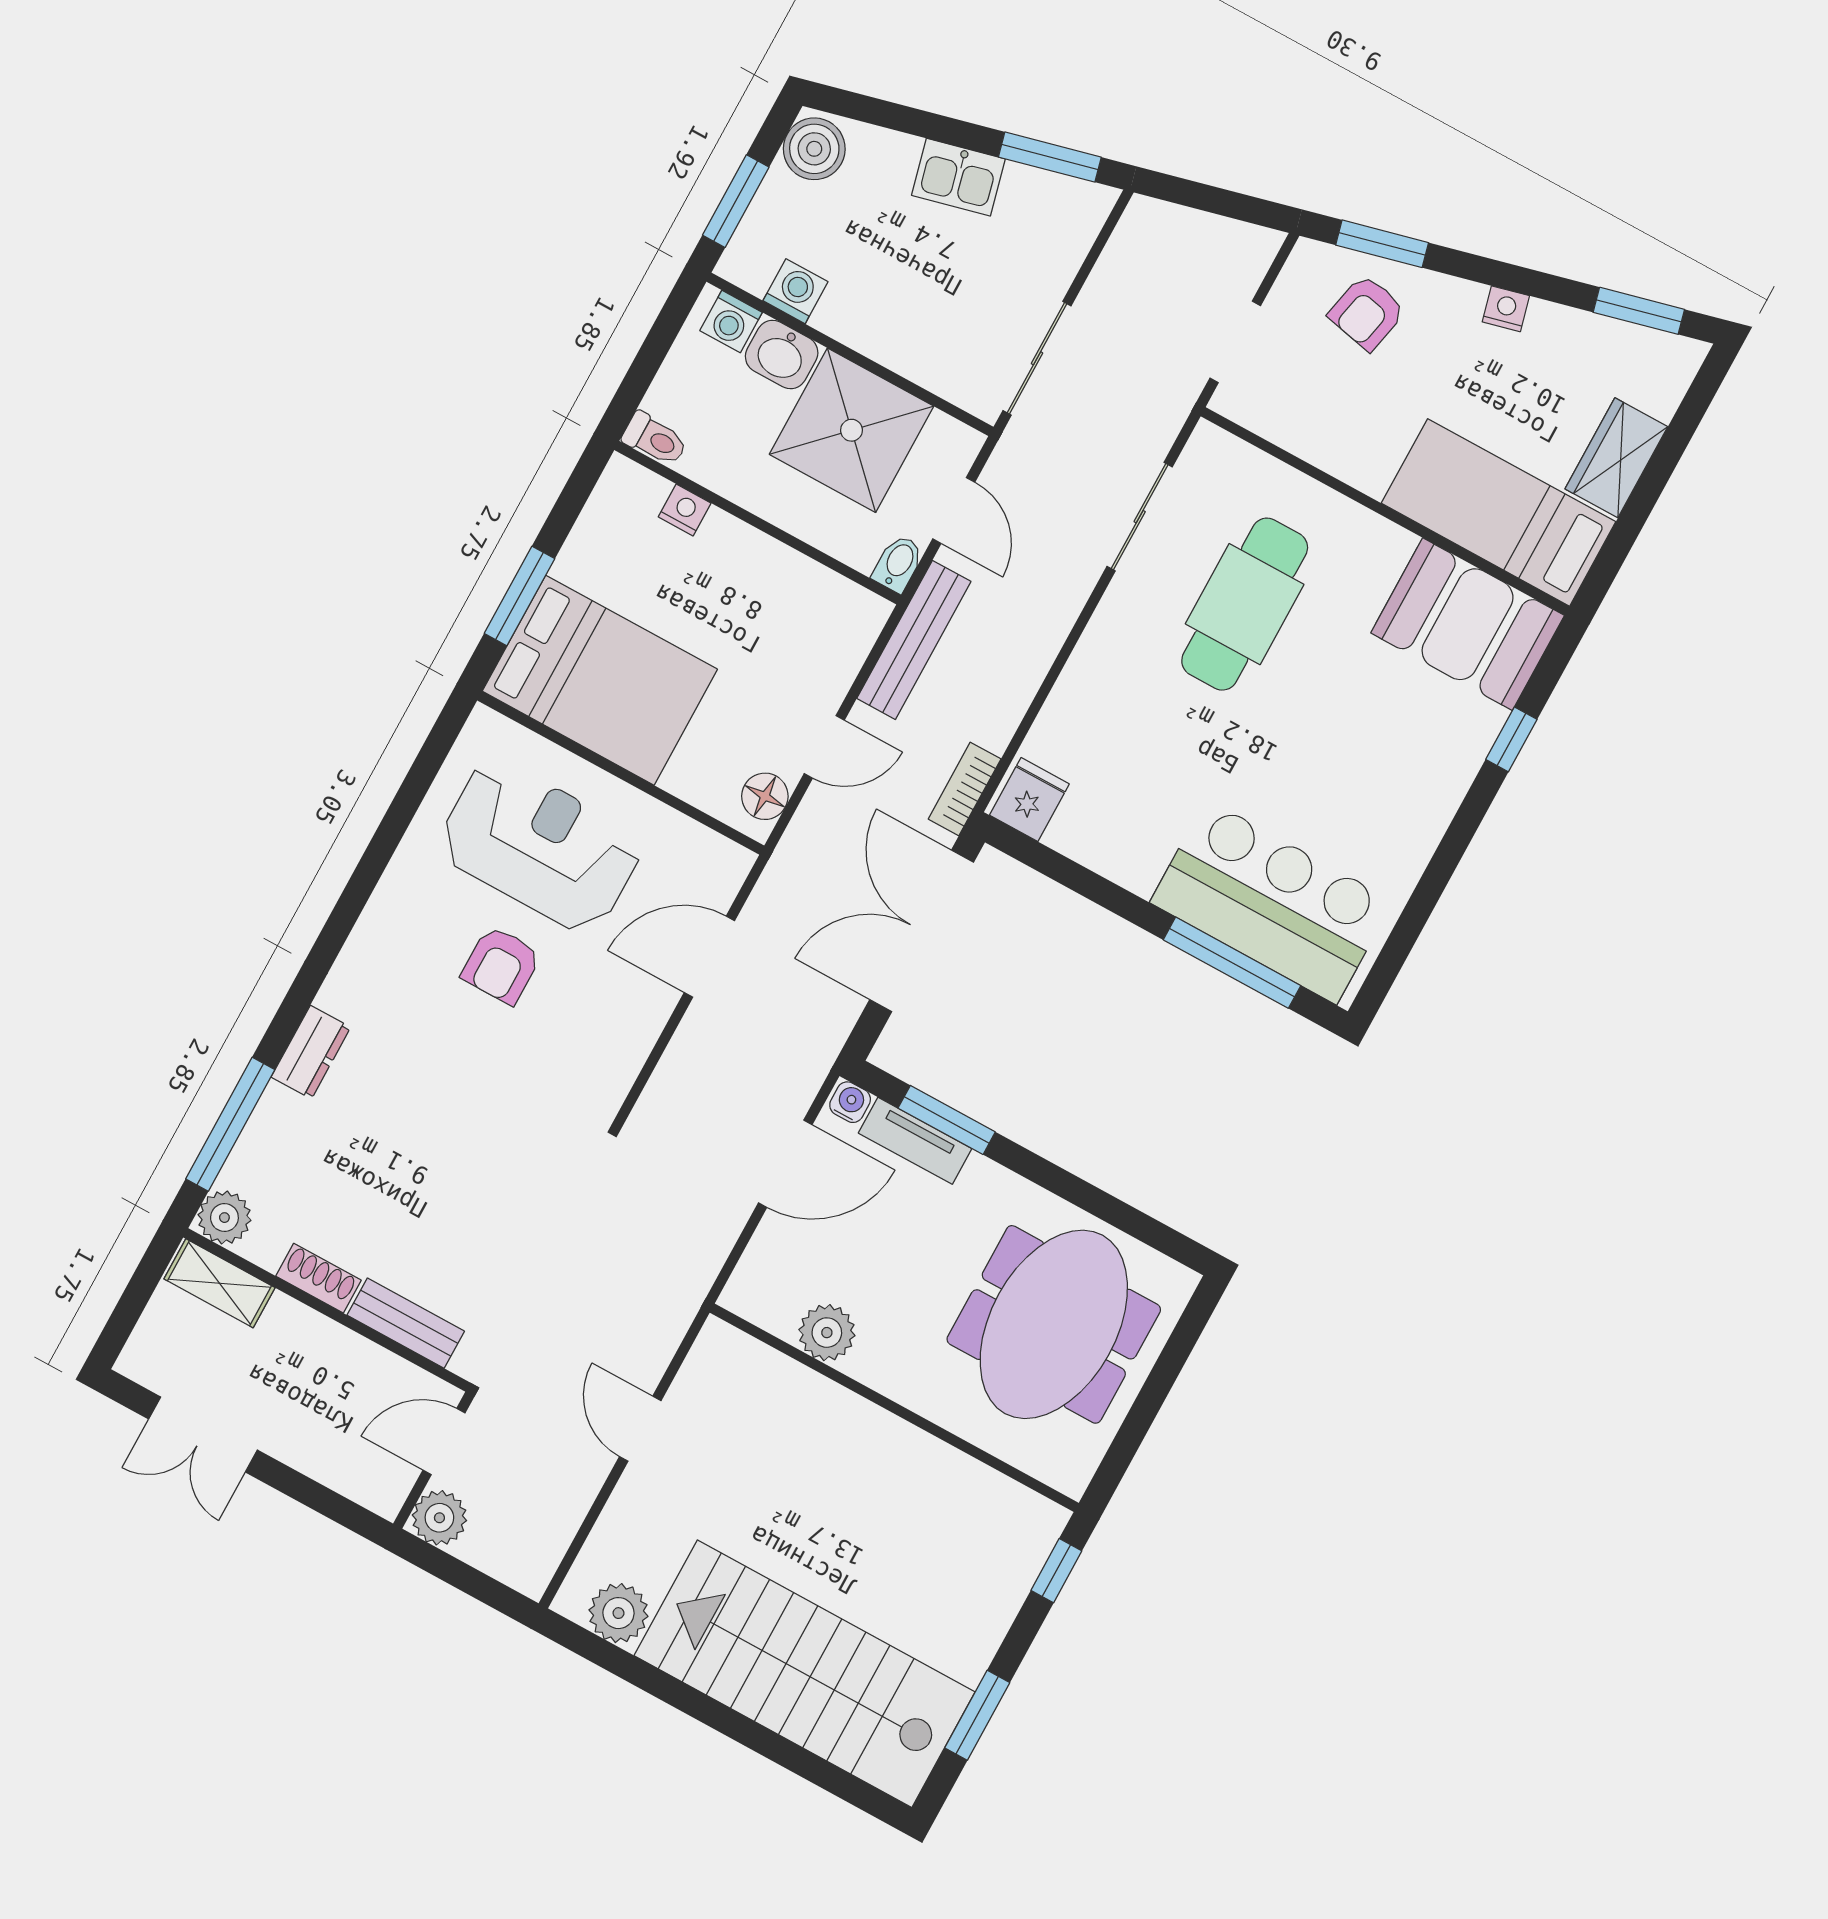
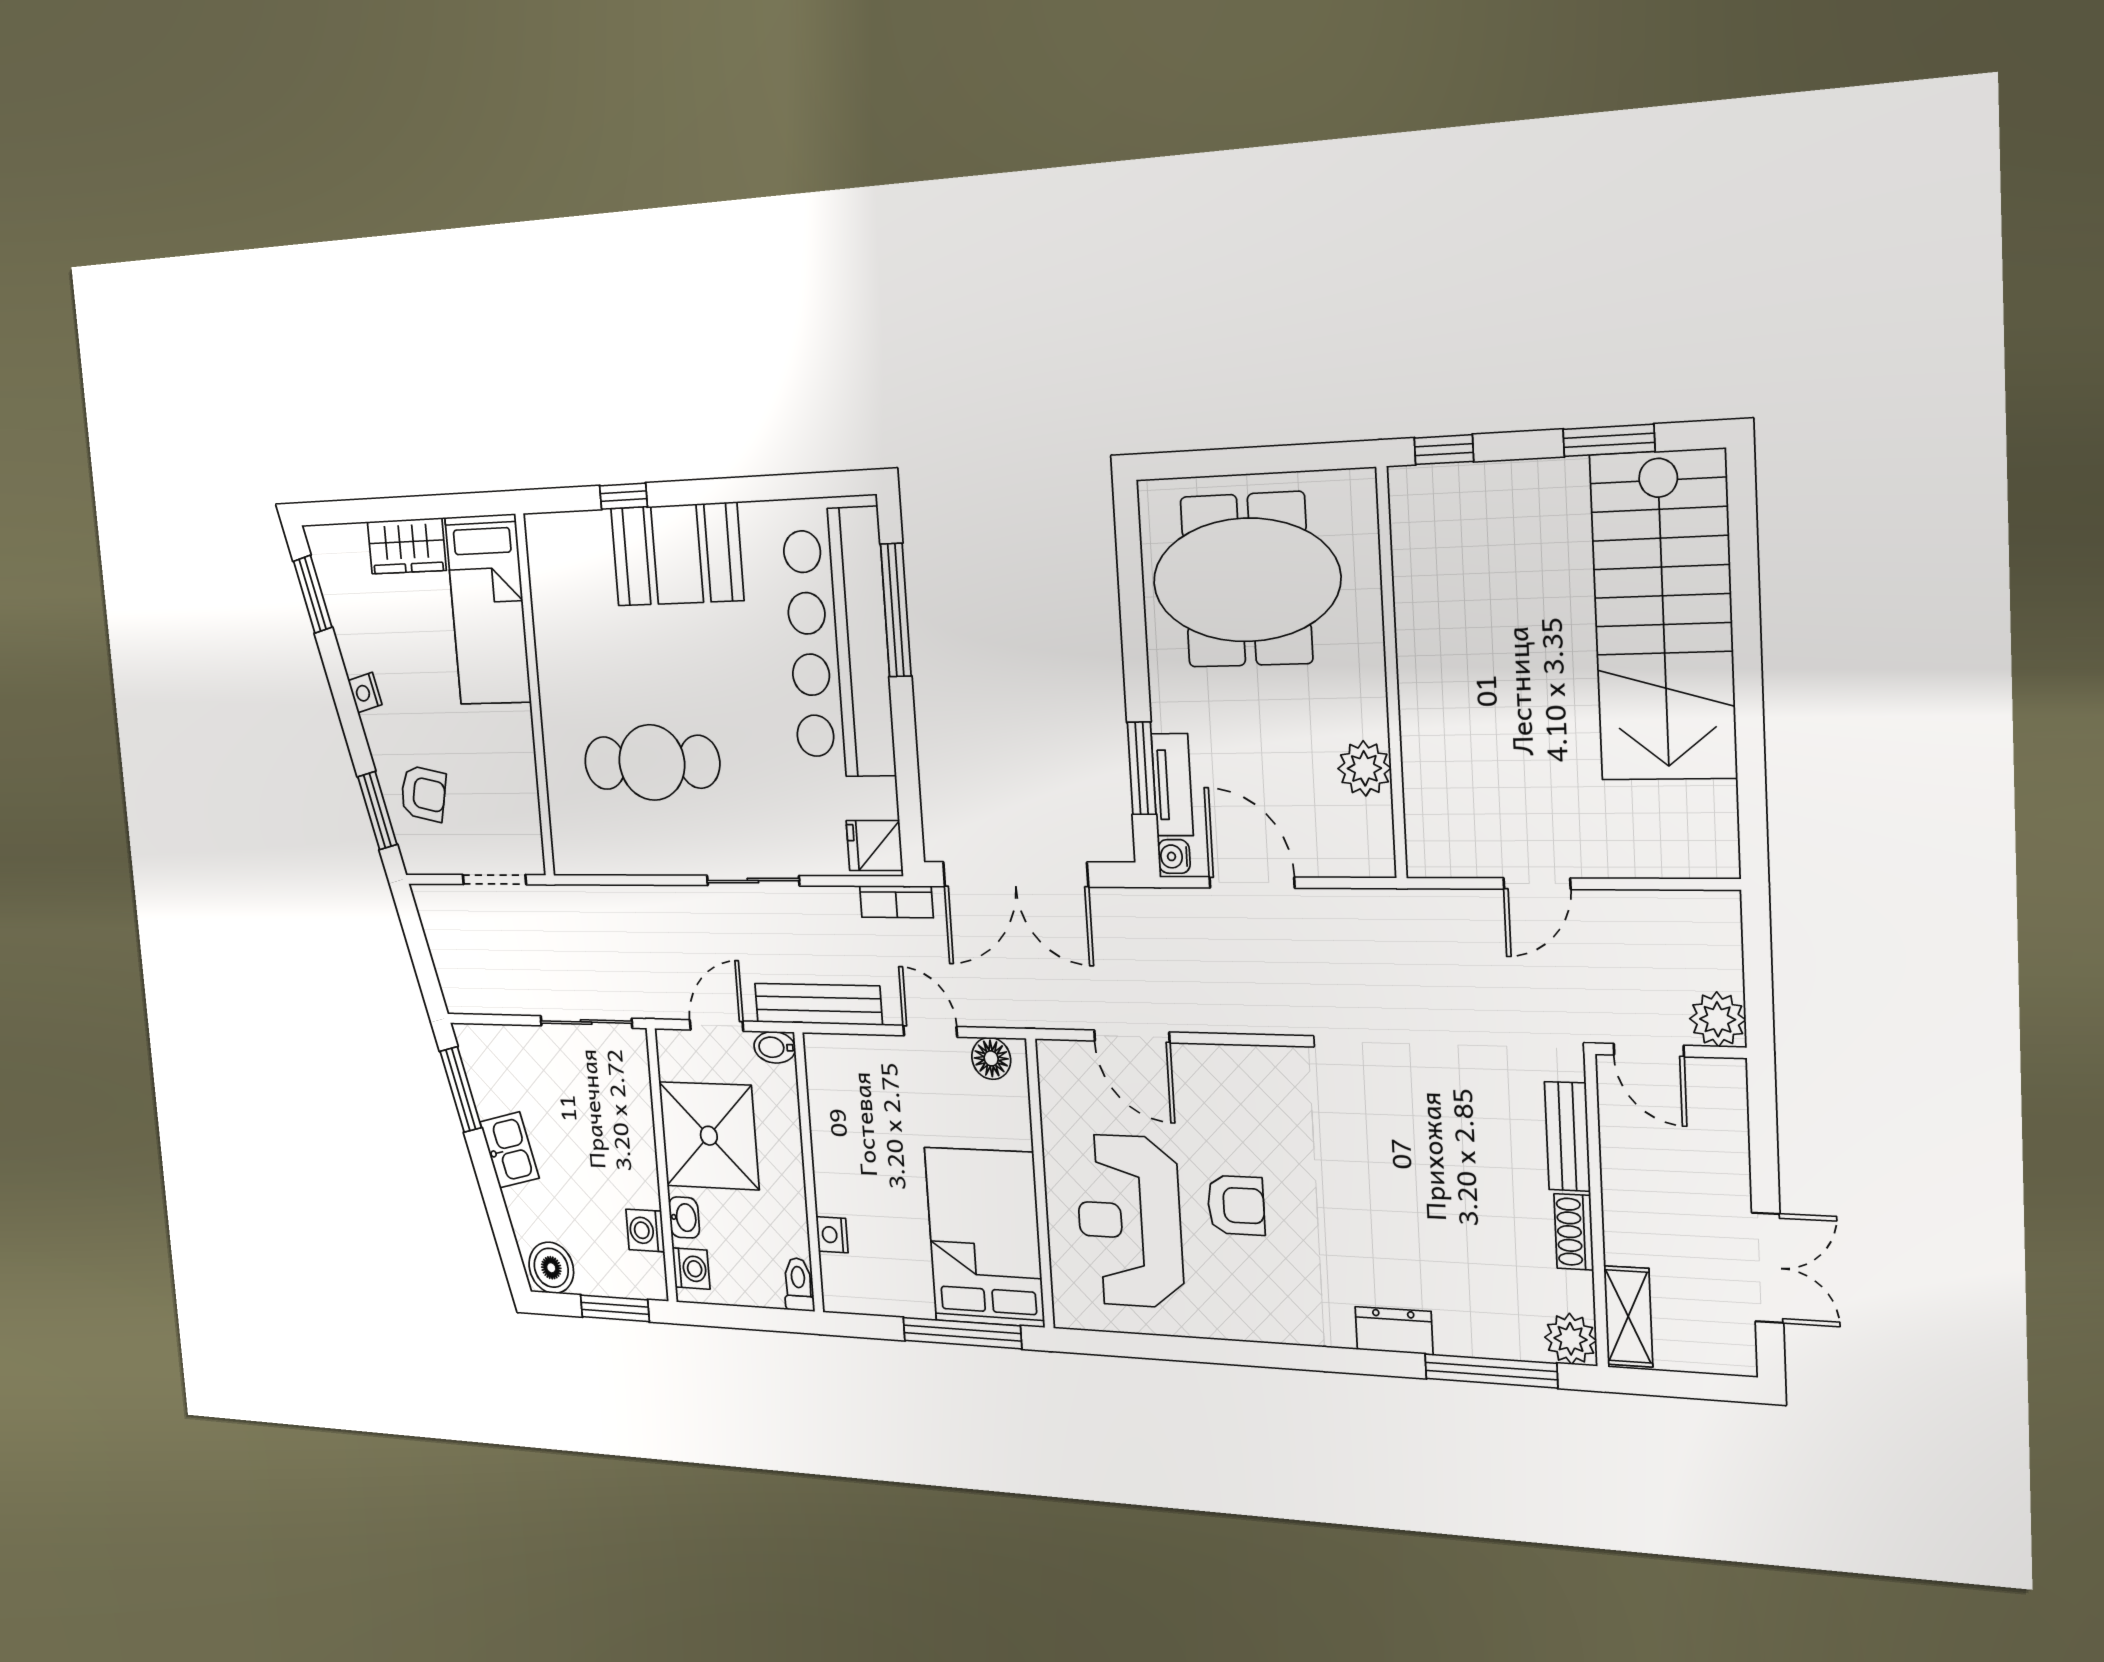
washbasin: (782, 355) -> (684, 1217), width x0.72, depth x0.69
sliding door: (1140, 517) -> (753, 881), moved
window: (519, 596) -> (962, 1333), width x1.44
booth: (1468, 624) -> (677, 554), moved, turned 90
bar counter: (1271, 902) -> (839, 643), width x1.36
plant: (618, 1613) -> (1708, 813), removed

